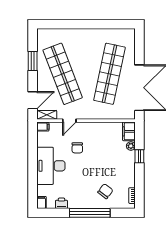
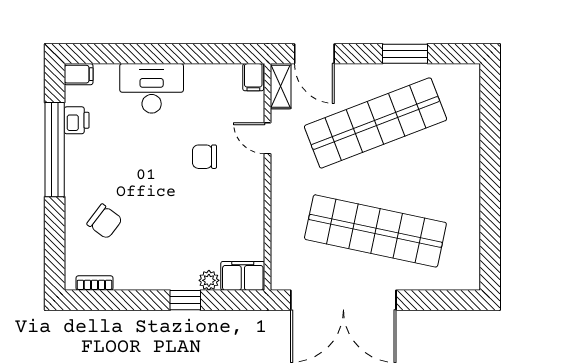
desk: (51, 166) -> (152, 88), width x0.73, depth x0.77
window: (90, 213) -> (55, 150), moved

